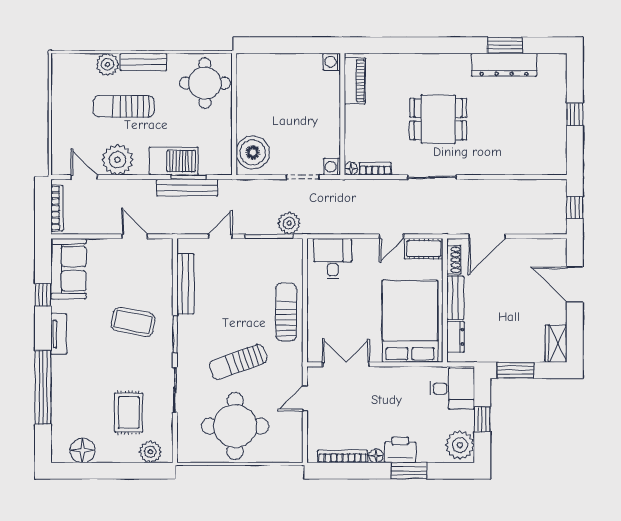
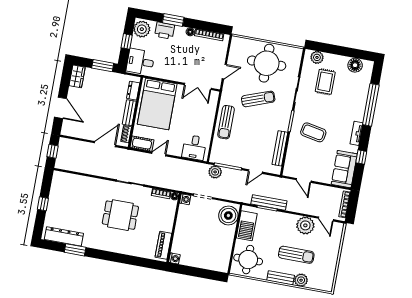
dresser: (504, 65) -> (64, 236), moved
barbecue: (174, 161) -> (247, 226), moved, turned -90
printer: (400, 450) -> (165, 31), moved

